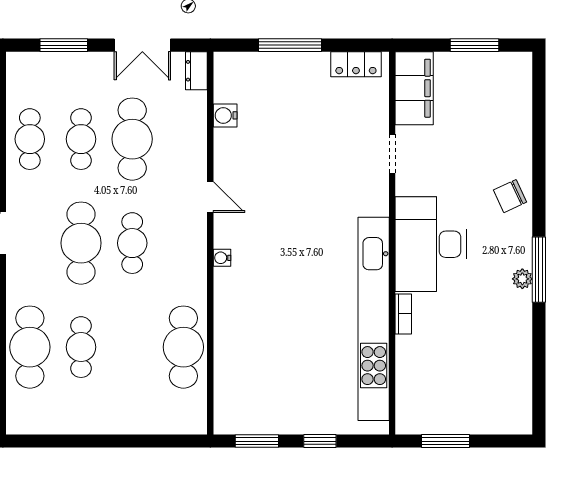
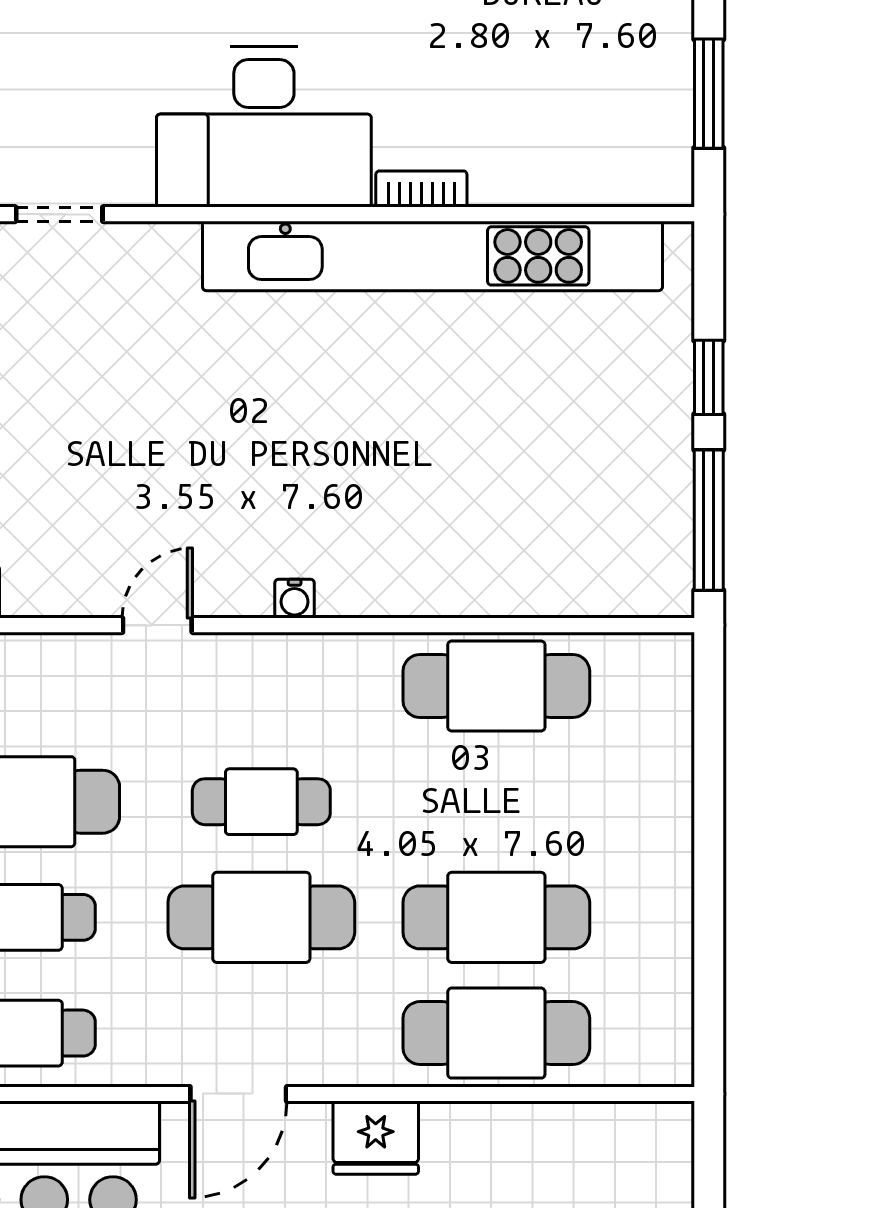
cafe table: (81, 347) -> (496, 917), width x1.37, depth x1.35
window: (257, 441) -> (709, 520), width x1.44

